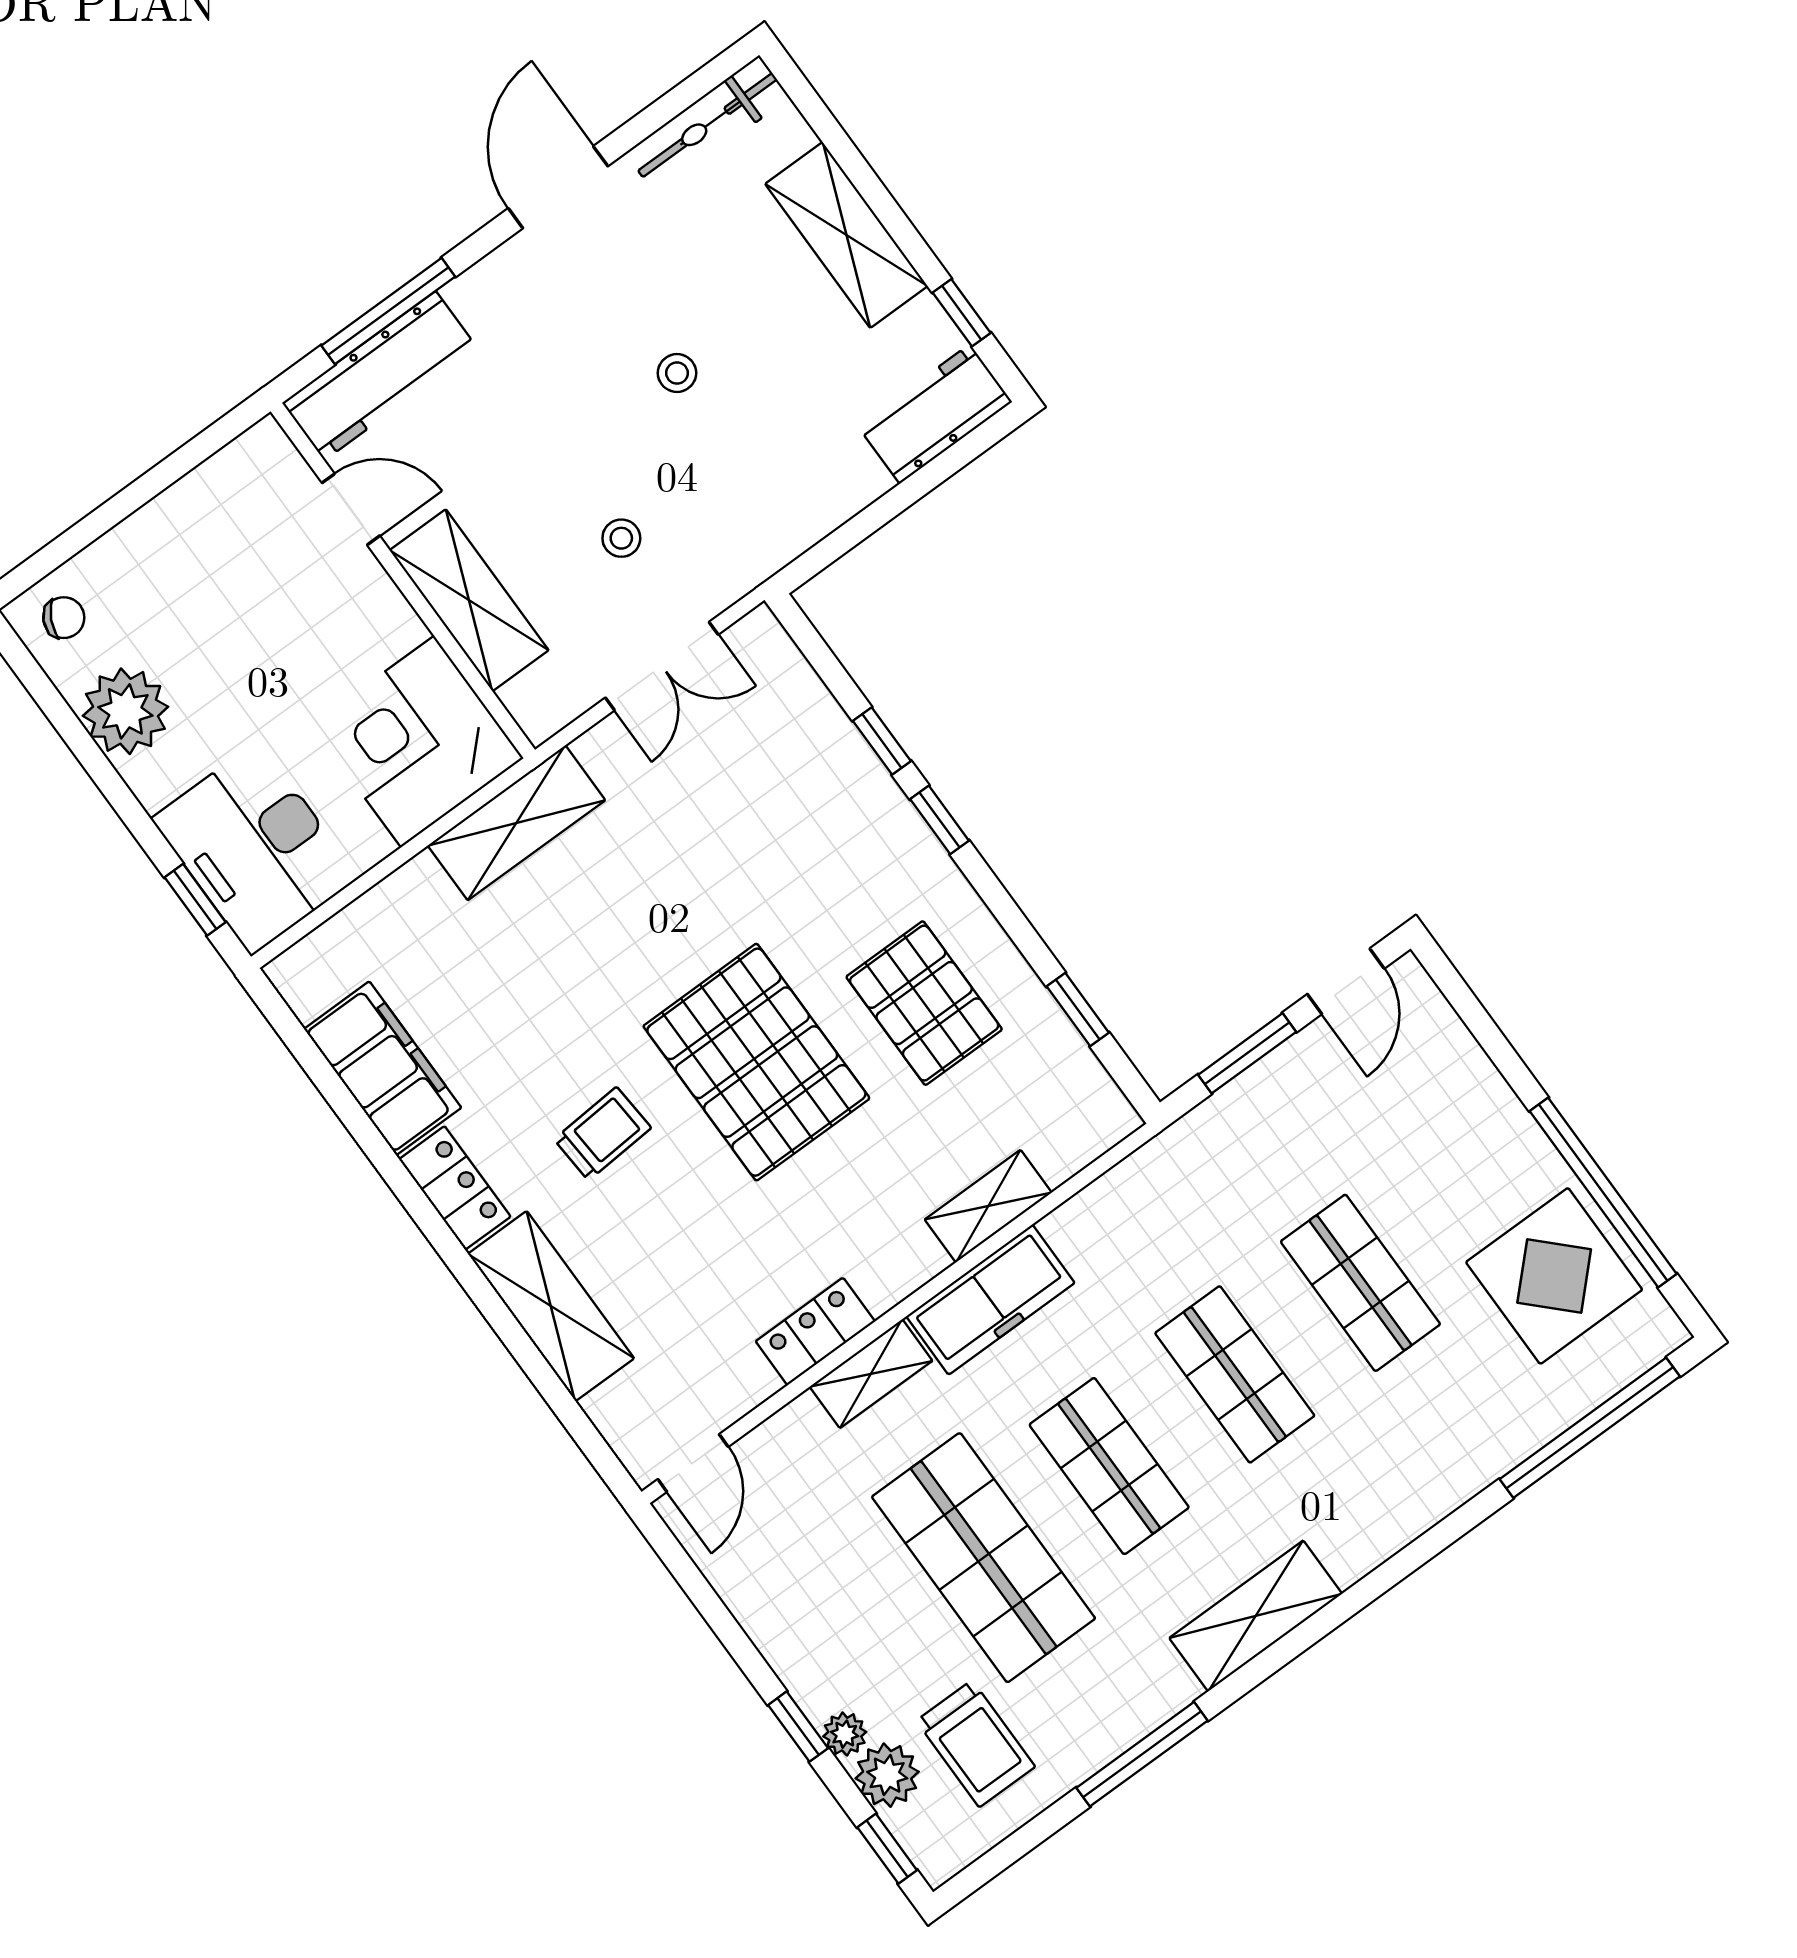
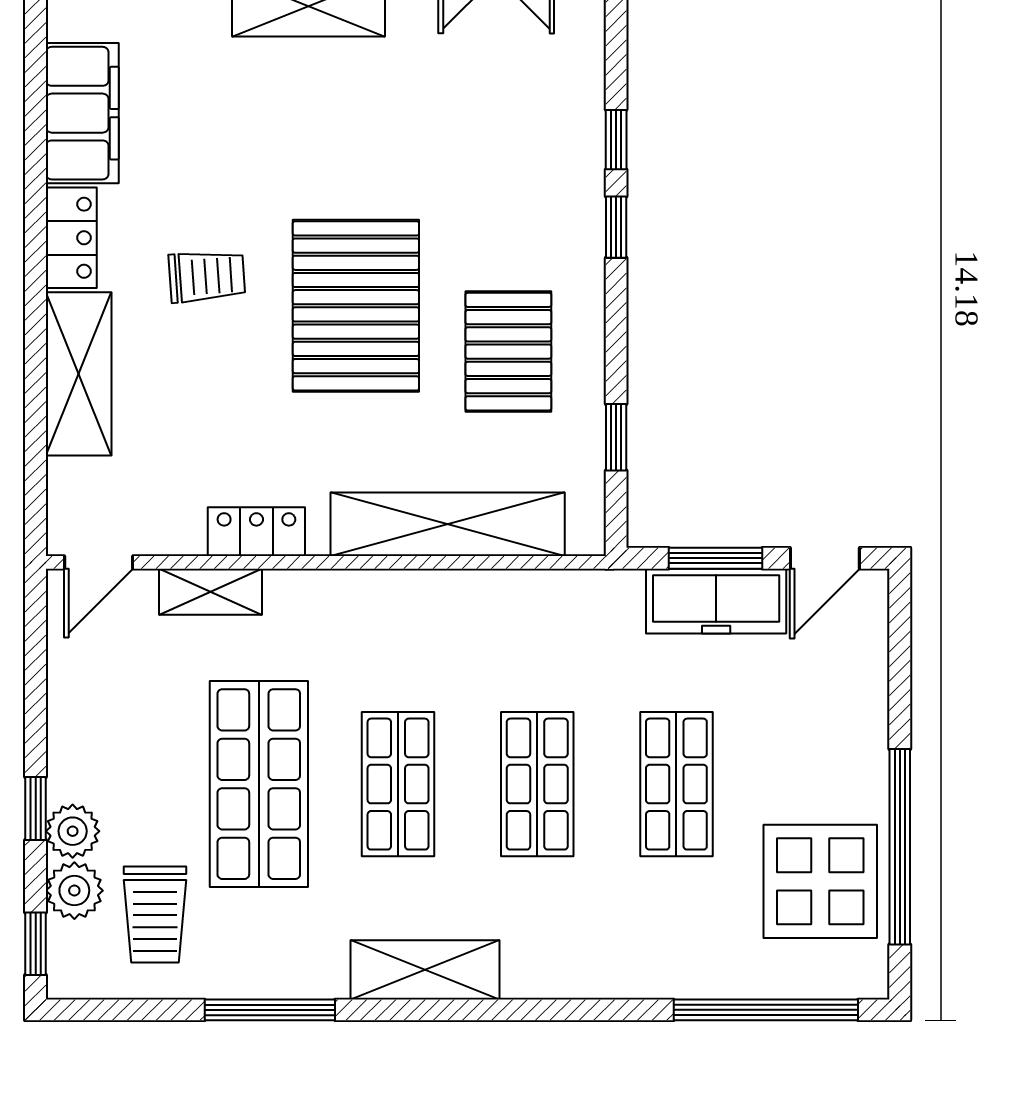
shelving: (988, 1206) -> (448, 524), width x2.20, depth x1.33
freezer: (990, 1300) -> (716, 601), moved
shelving: (871, 1374) -> (211, 592), moved
plant: (845, 1734) -> (73, 831), width x1.38, depth x1.38

